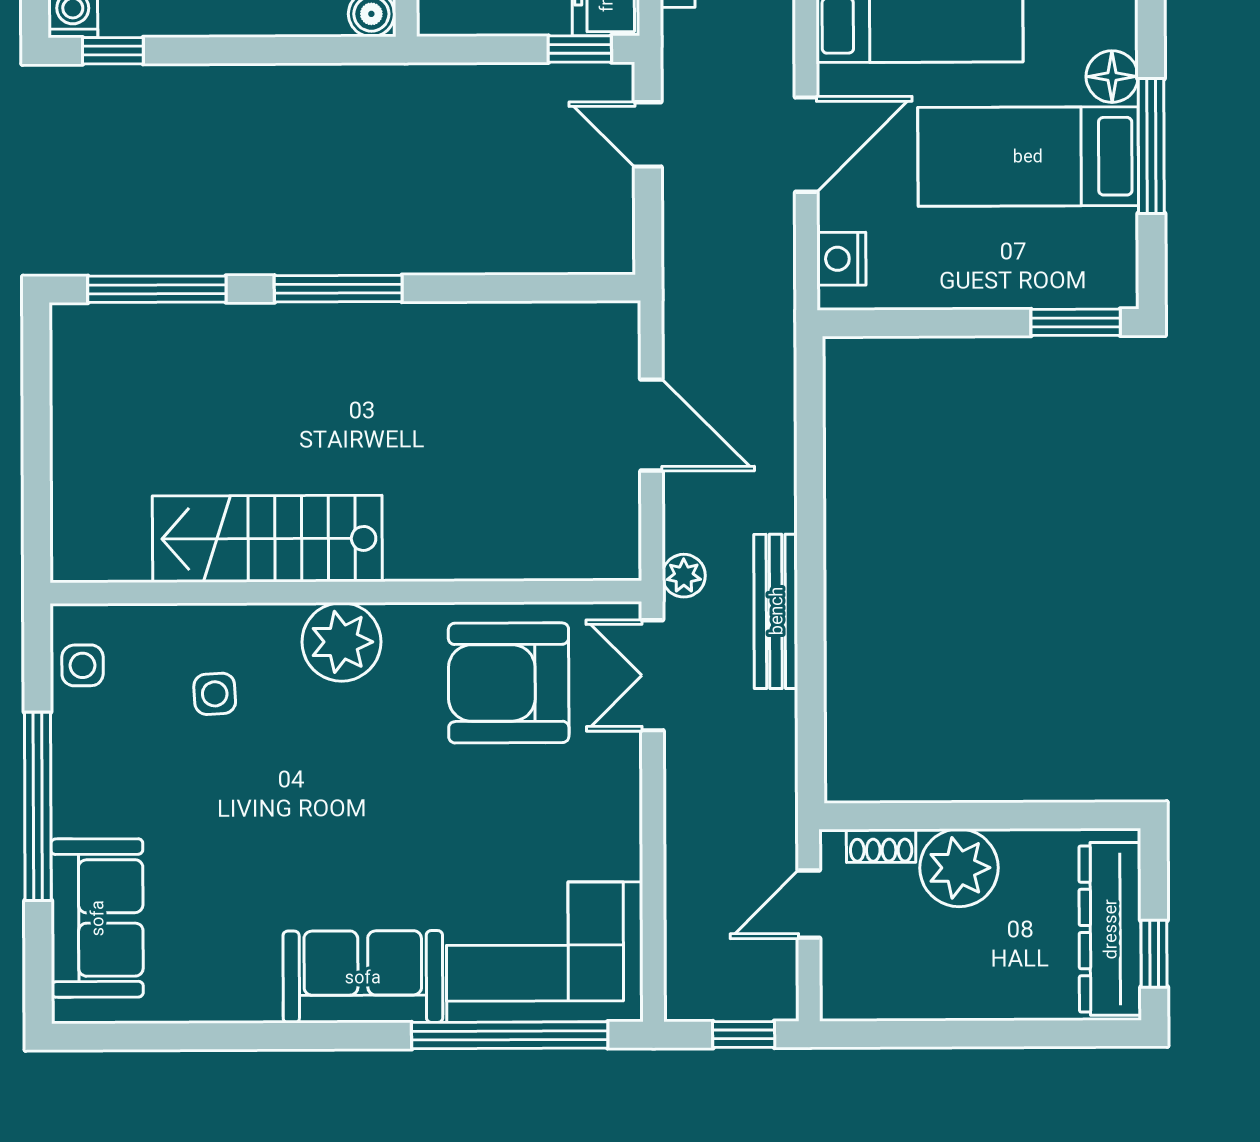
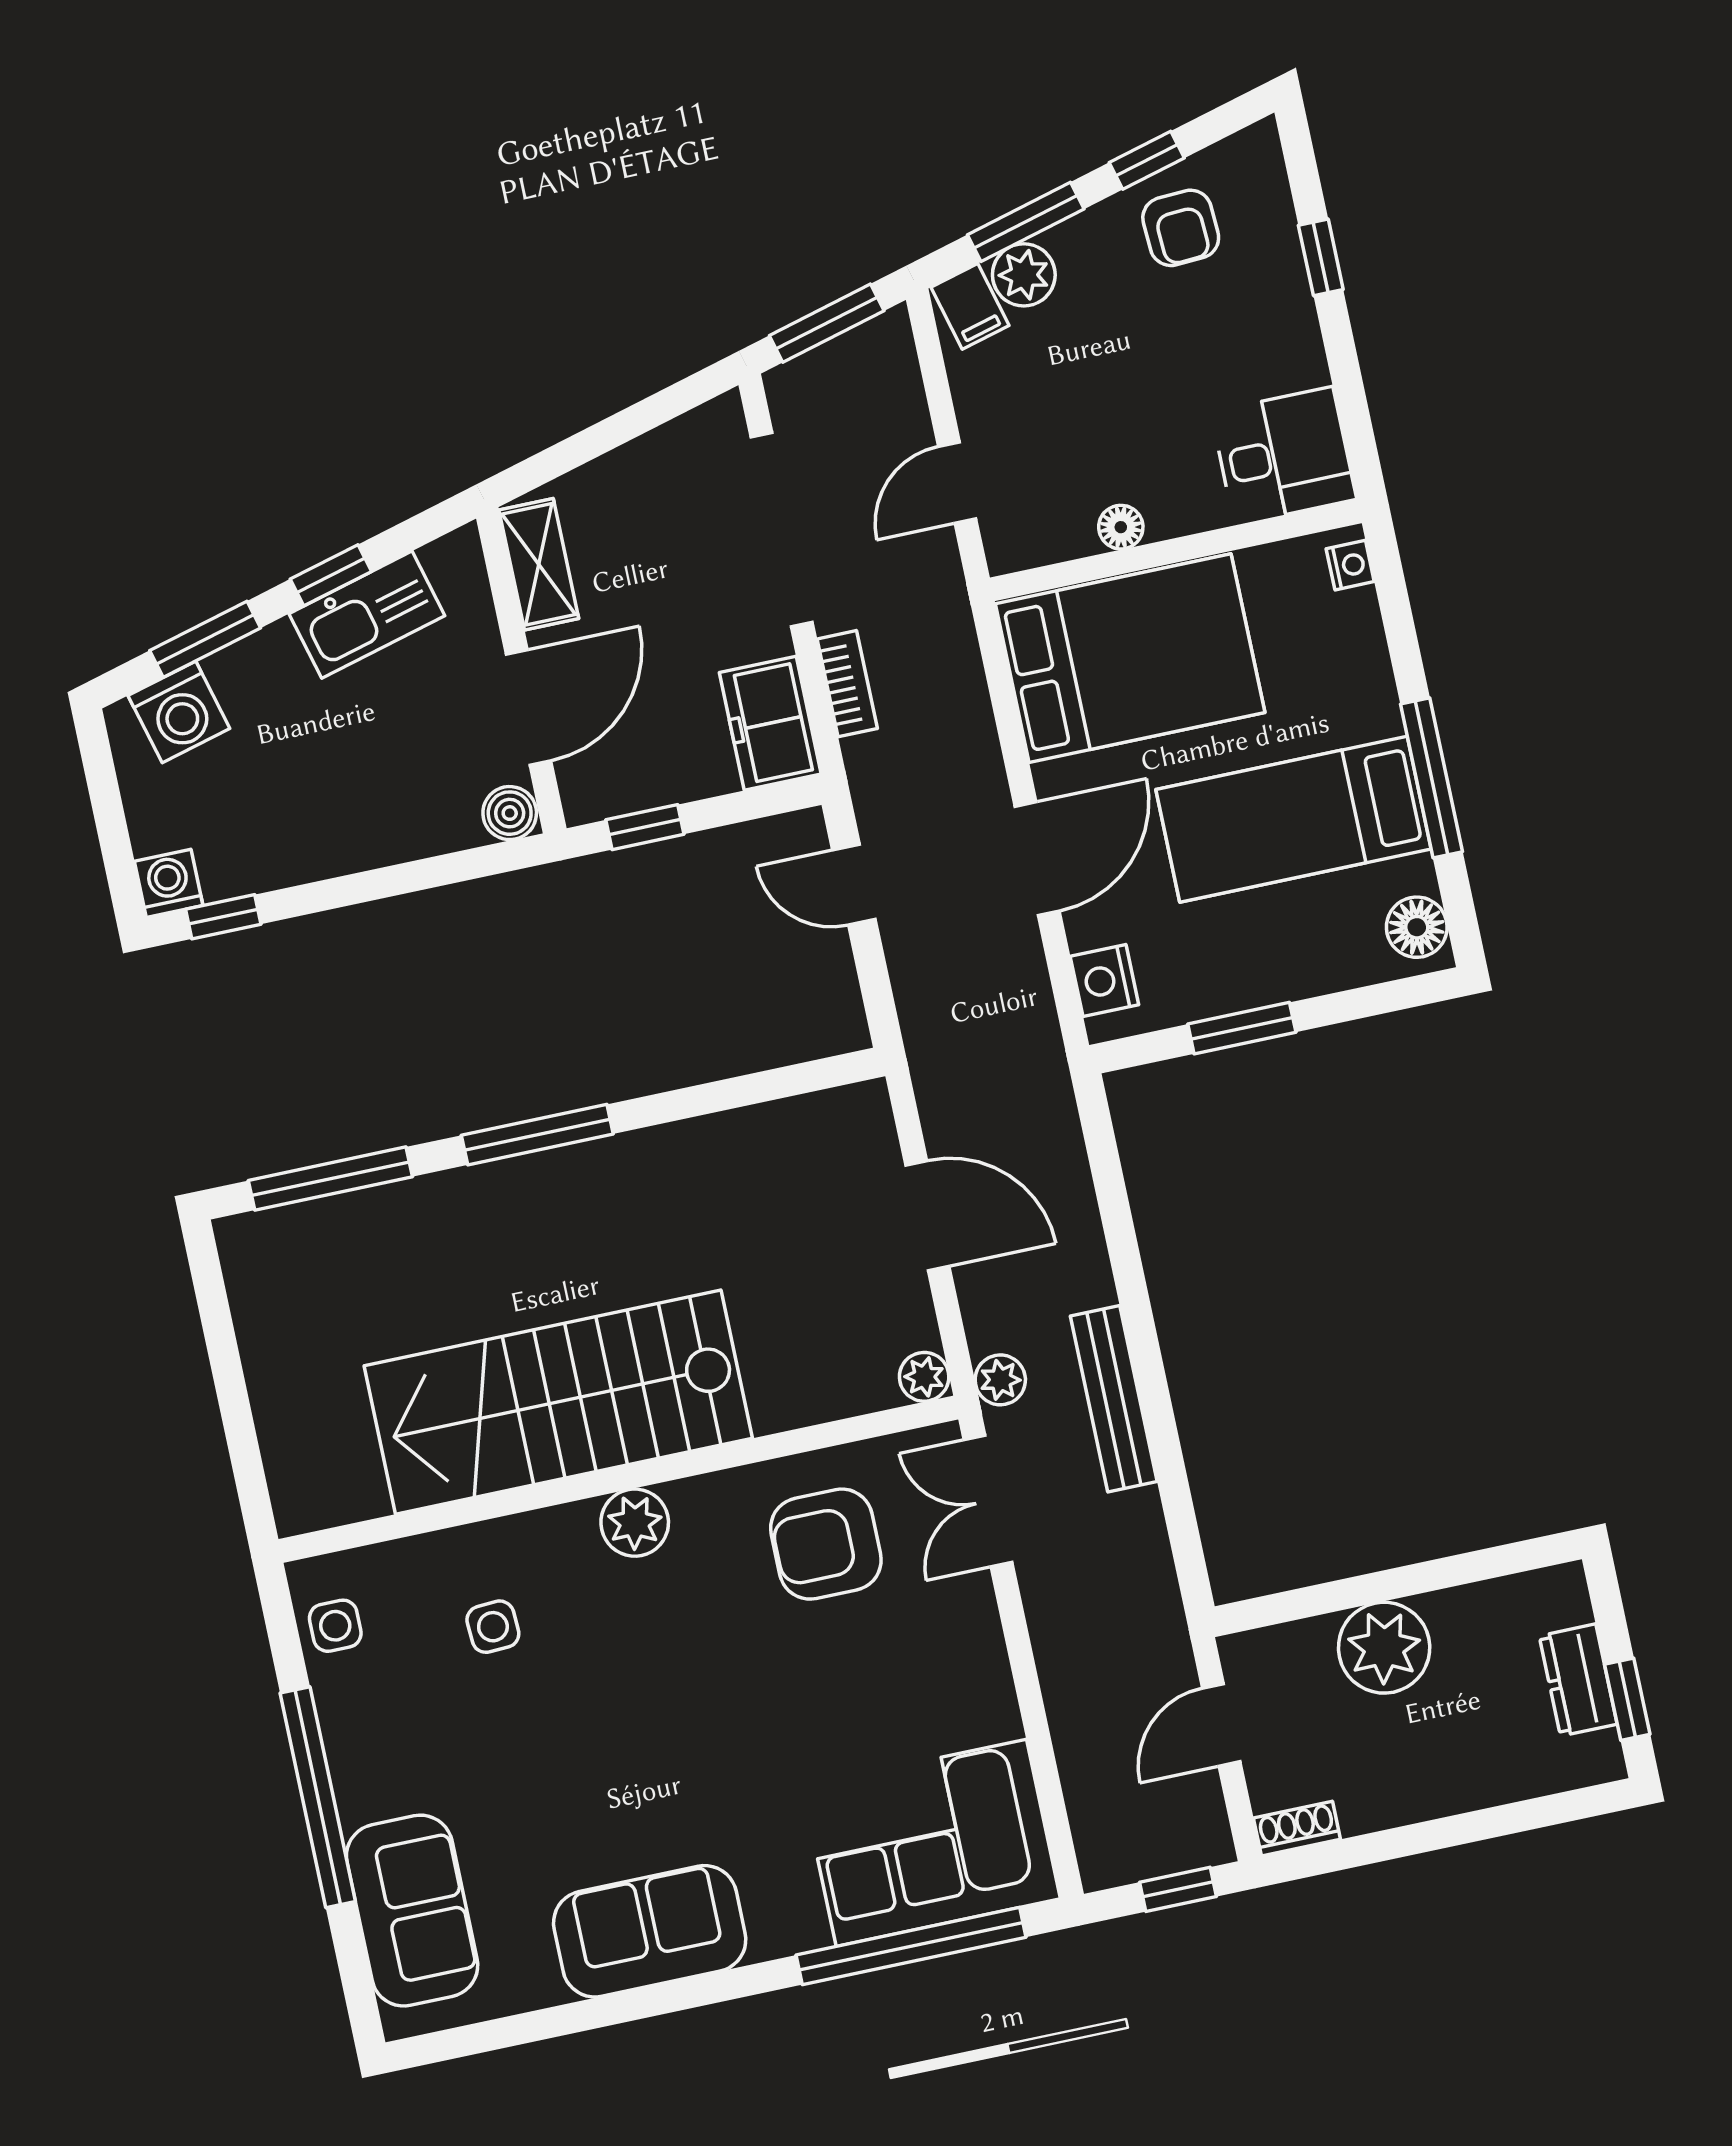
window: (580, 49) -> (645, 827), moved
floor lamp: (1112, 77) -> (1417, 927), moved
window: (1076, 322) -> (1242, 1028), moved
stairs: (267, 539) -> (558, 1402), width x1.36, depth x1.51
plant: (620, 560) -> (924, 1377), added
plant: (341, 642) -> (635, 1523), width x0.73, depth x0.73
armchair: (509, 683) -> (826, 1544), width x0.73, depth x0.73
shoe rack: (881, 846) -> (1297, 1829), moved, turned 180
dresser: (1110, 929) -> (1578, 1680), width x0.51, depth x0.80
sofa: (363, 977) -> (650, 1931), moved

